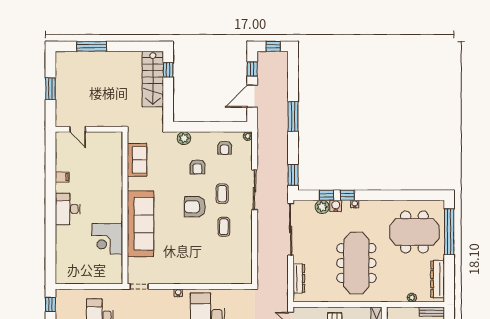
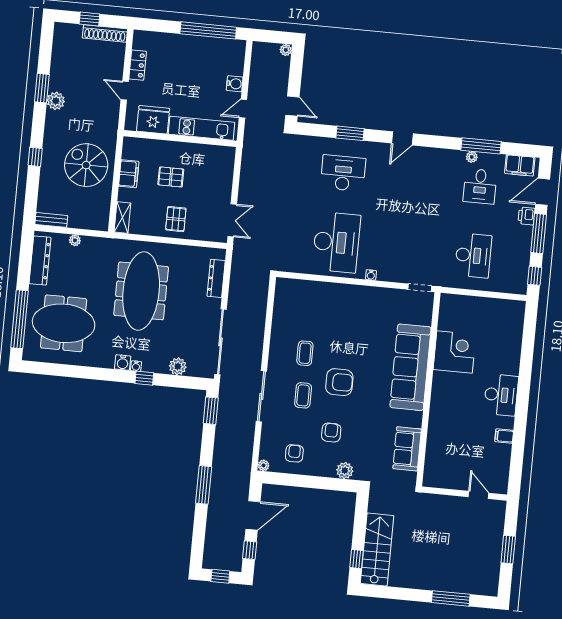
window: (326, 195) -> (171, 381), removed
water cooler: (336, 206) -> (123, 362), moved

